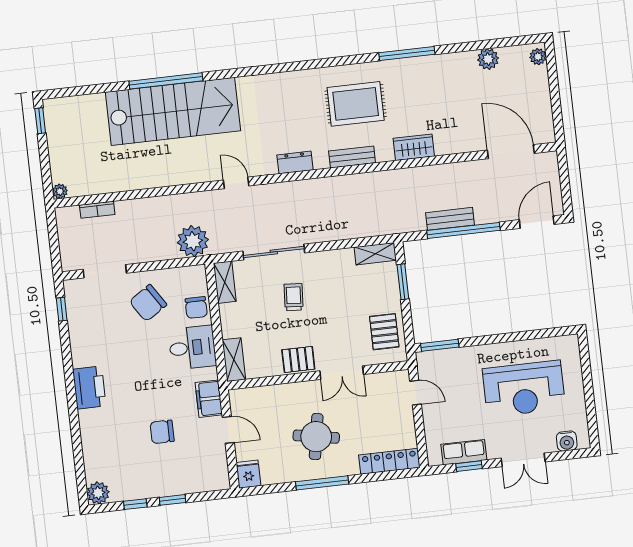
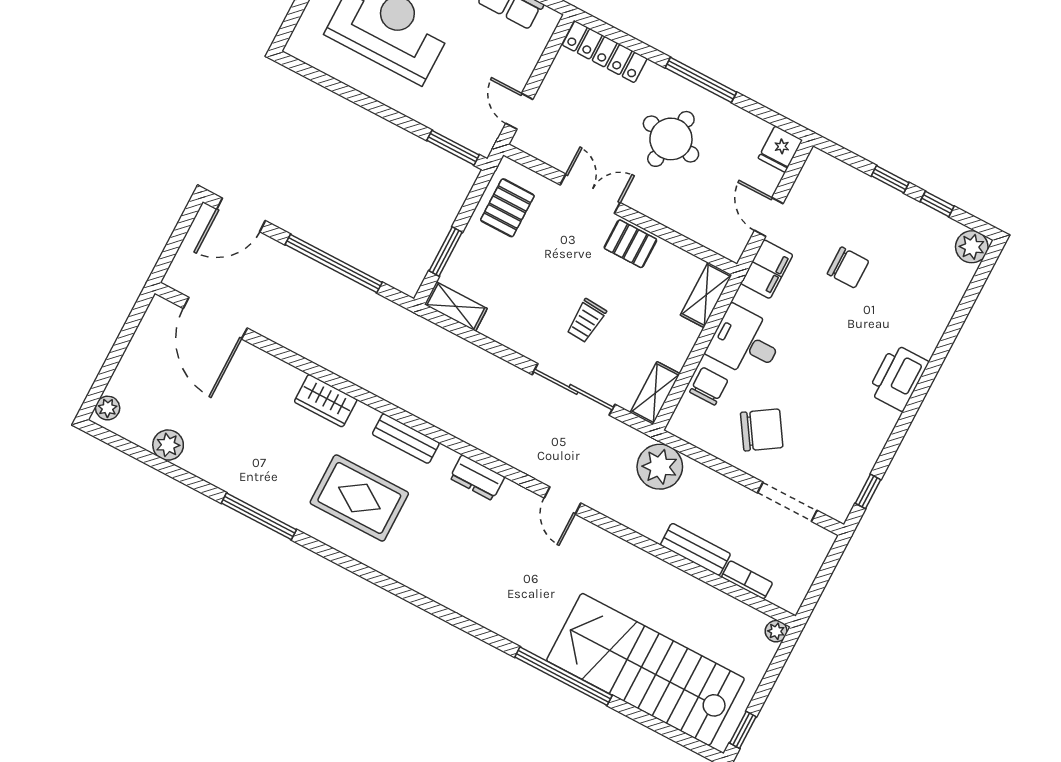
stairs: (173, 111) -> (645, 669), moved
bench: (450, 219) -> (695, 549), moved

